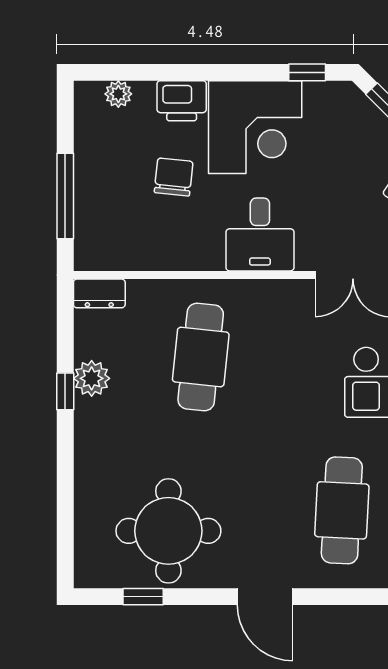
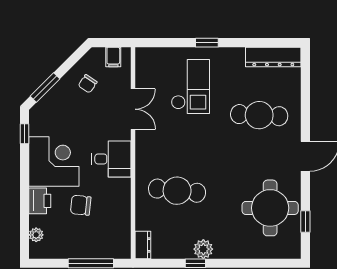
plant: (92, 378) -> (203, 249), moved

